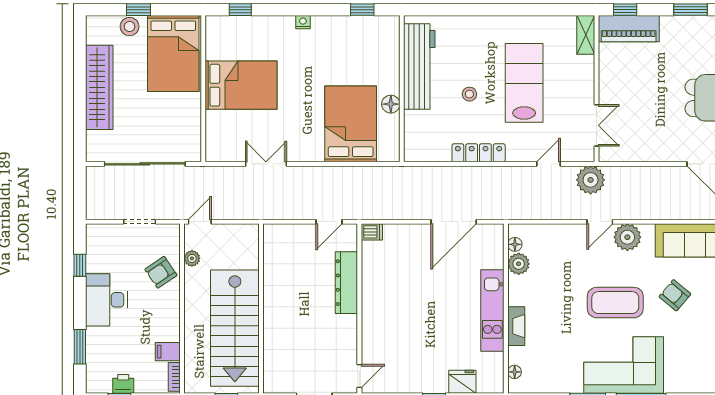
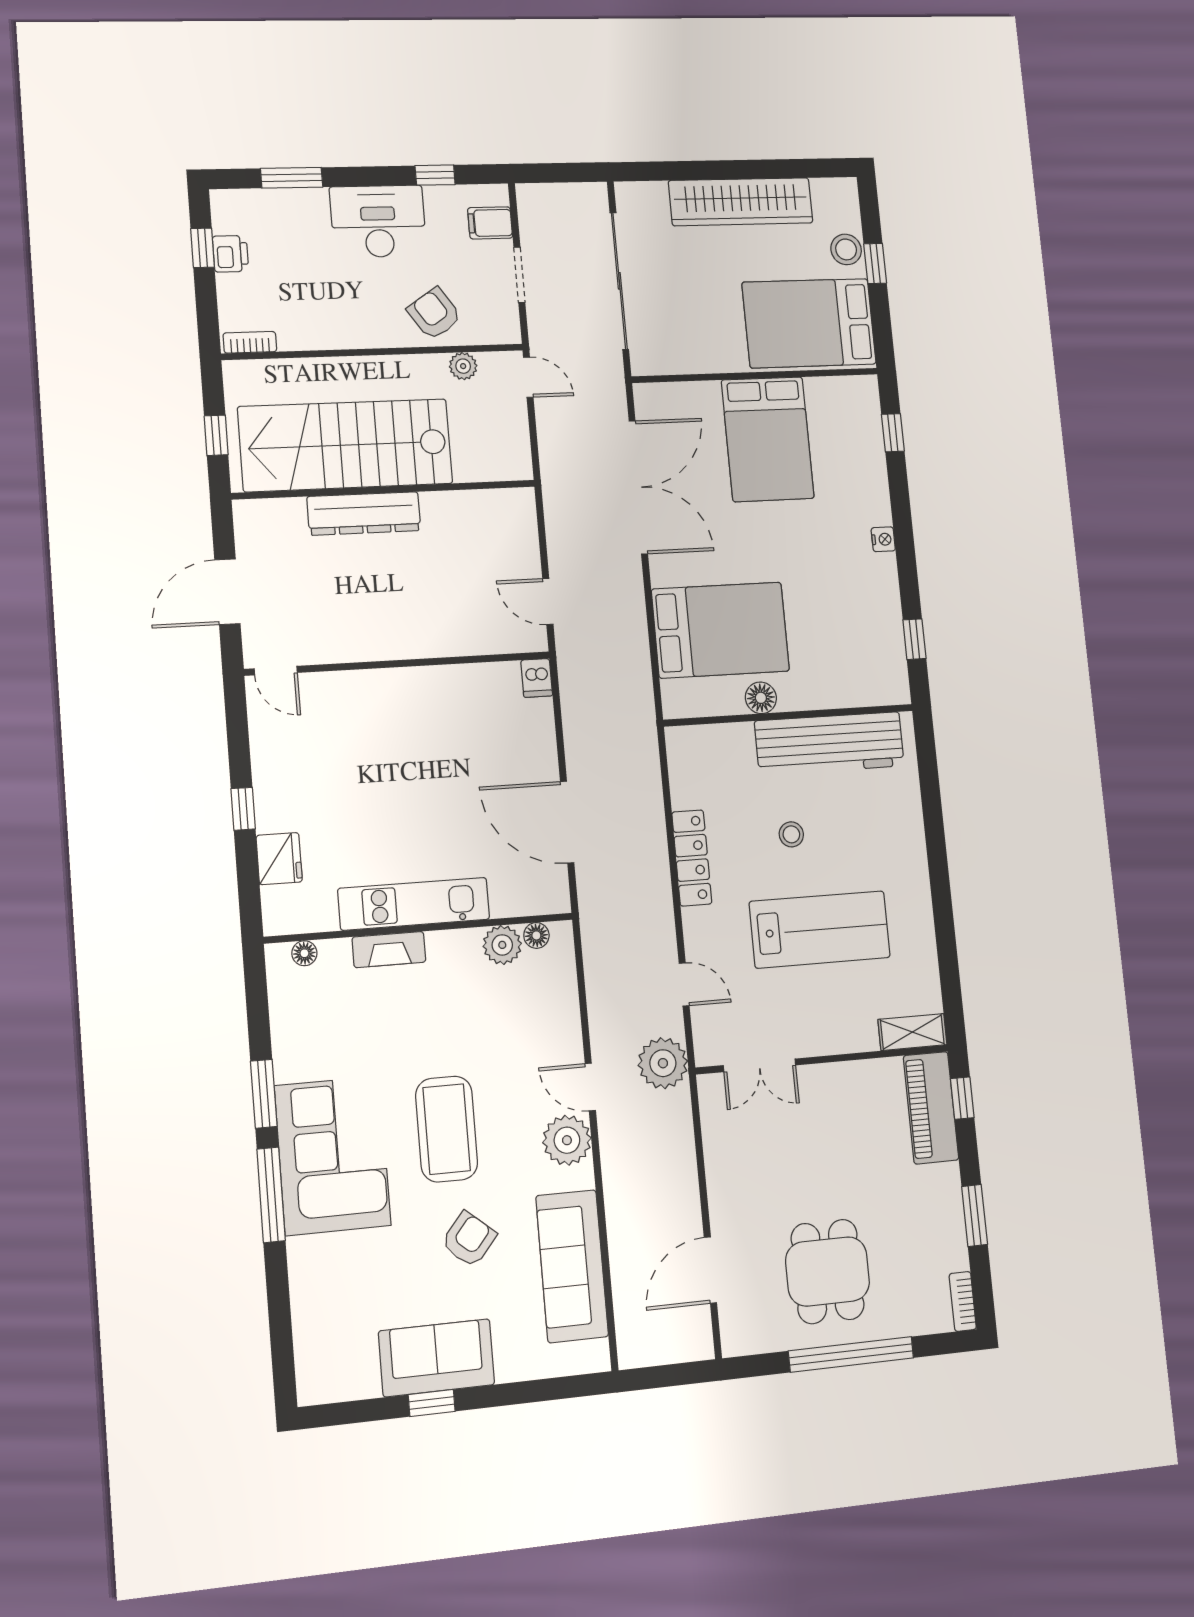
double door: (266, 164) -> (638, 487), width x1.87
dresser: (346, 283) -> (364, 513), moved, turned 180
filing cabinet: (168, 352) -> (490, 223), moved, turned -90

